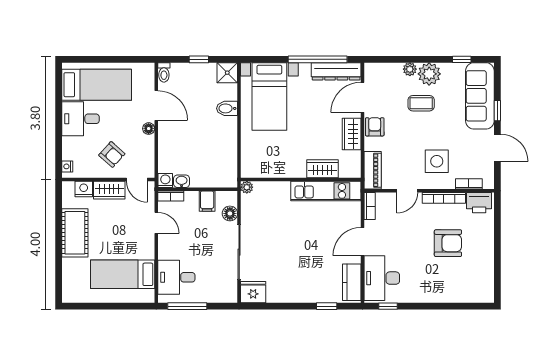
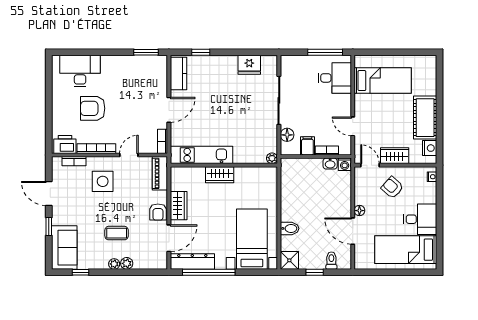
toilet: (164, 72) -> (331, 261), moved
plant: (429, 74) -> (114, 264), width x0.53, depth x0.53
sofa: (480, 96) -> (64, 248), width x0.73
wardrobe: (323, 169) -> (220, 175), moved
nightstand: (84, 189) -> (430, 148), moved, turned -90
bookcase: (171, 196) -> (327, 150), moved
desk: (382, 278) -> (80, 71), moved, turned -90
fridge: (253, 292) -> (249, 65), moved
window: (388, 306) -> (146, 52), width x1.50

